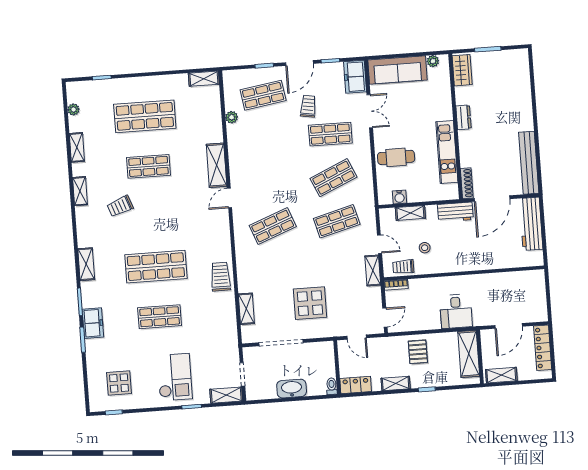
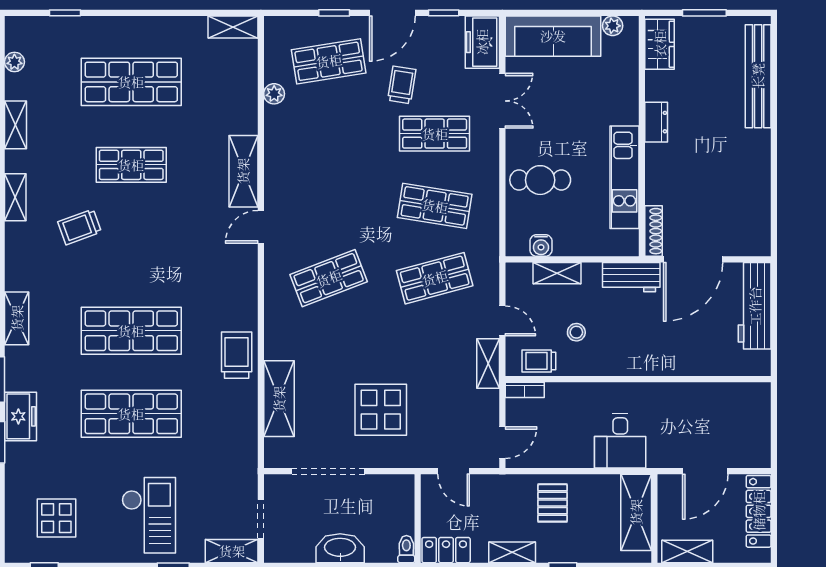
bench: (529, 163) -> (758, 76), moved
shop shelf: (333, 178) -> (435, 206), turned 33
shelving: (246, 309) -> (279, 399), width x1.50, depth x1.33
shop shelf: (160, 317) -> (131, 414), width x1.43, depth x1.36

